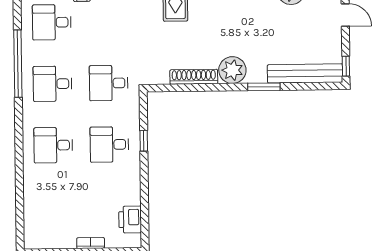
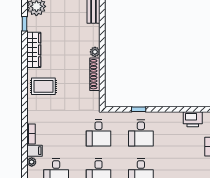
plant: (232, 70) -> (95, 52), width x0.53, depth x0.53
window: (264, 87) -> (102, 26), removed

